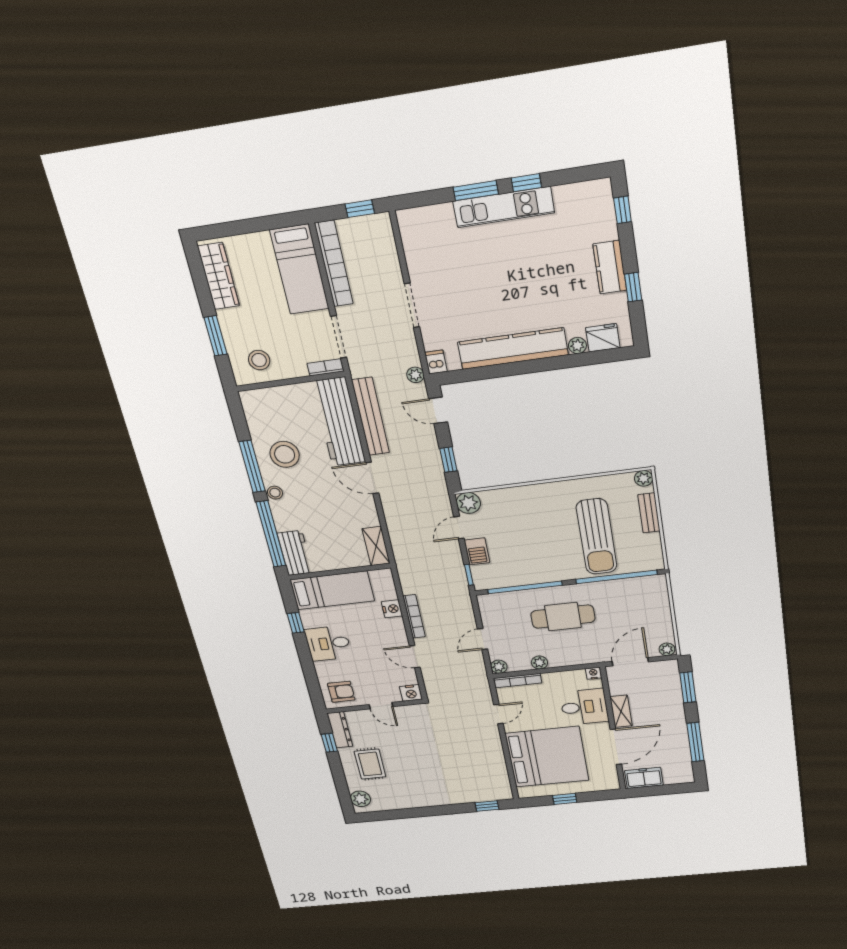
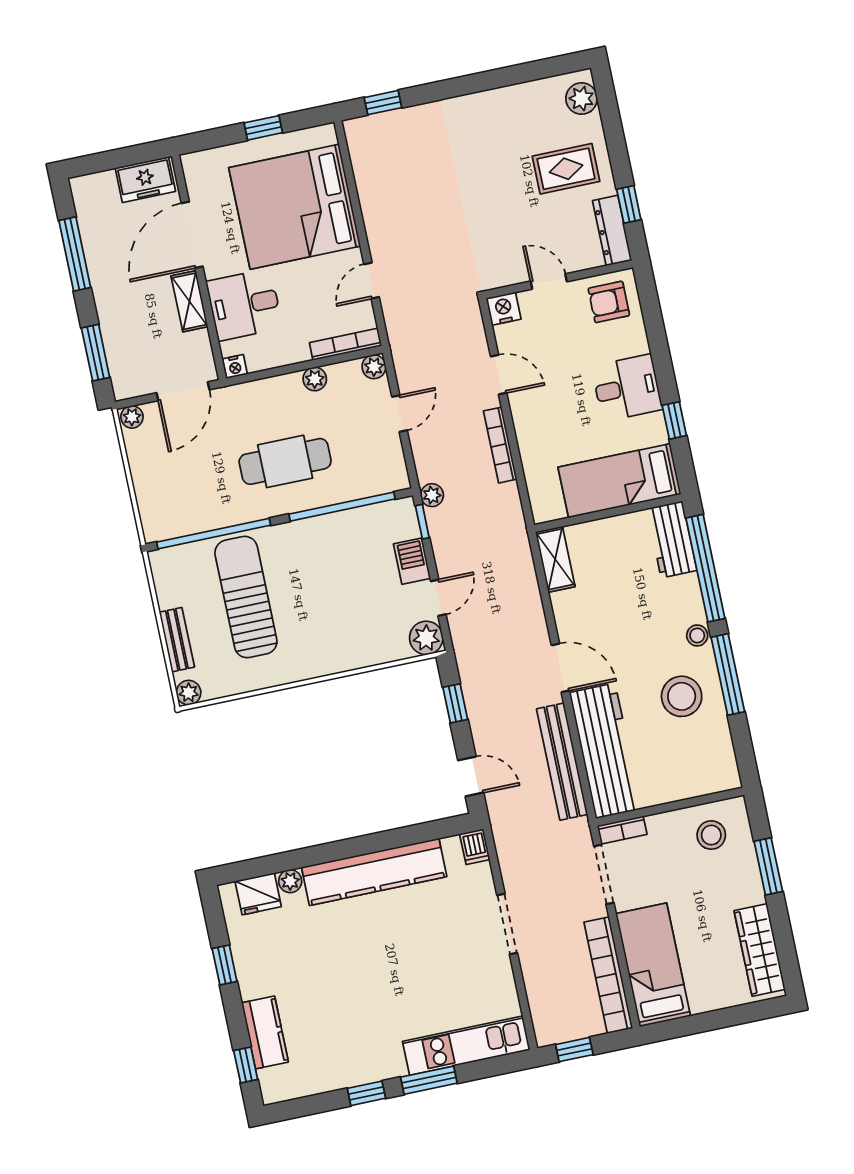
kitchen unit: (504, 207) -> (466, 1046), moved
kitchen counter: (610, 267) -> (265, 1032), moved
plant: (415, 375) -> (432, 495), moved
nightstand: (392, 609) -> (533, 456), removed
rug: (370, 764) -> (566, 169), turned 90

